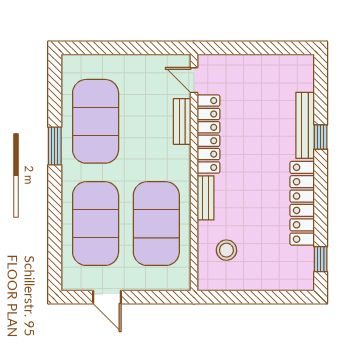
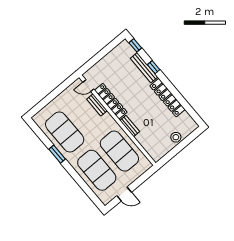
stool: (226, 250) -> (176, 137), moved
window: (321, 259) -> (135, 45), moved

